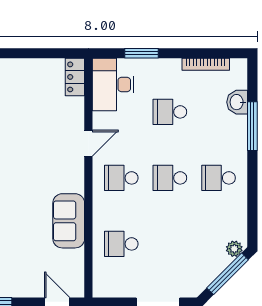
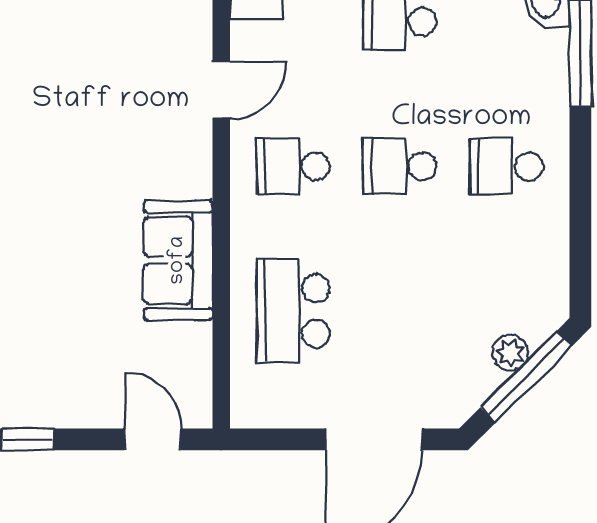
school desk: (121, 244) -> (293, 311), width x1.85
plant: (234, 249) -> (510, 352), moved

